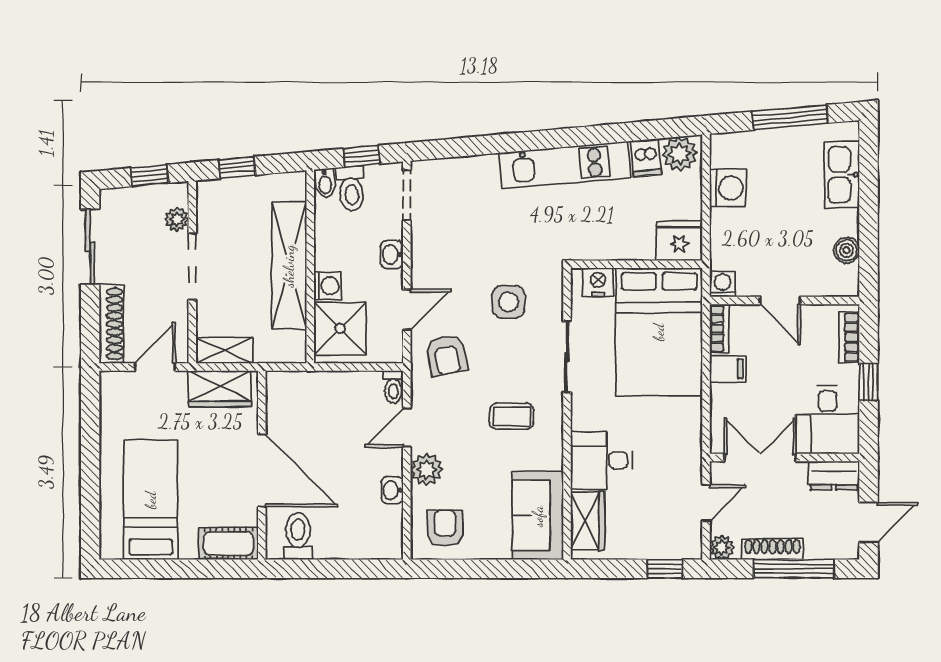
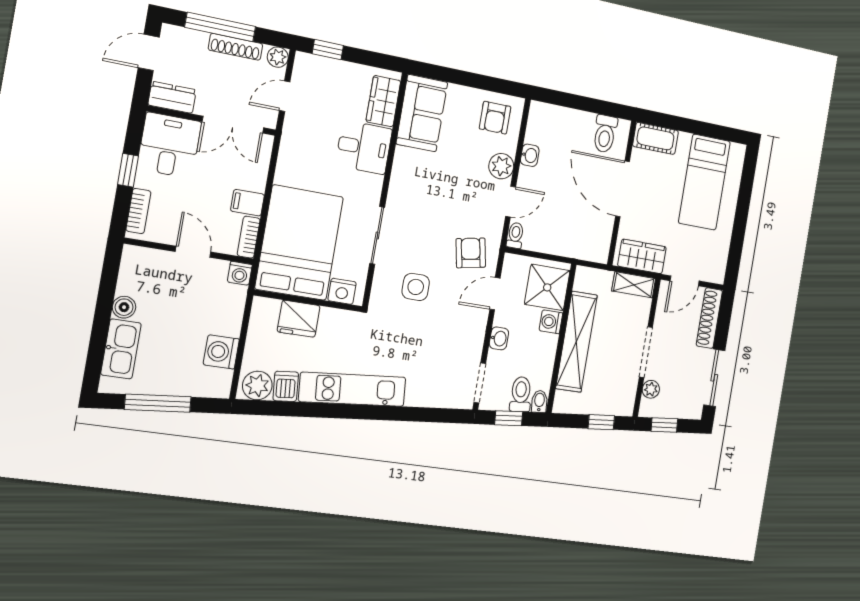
fridge: (679, 241) -> (299, 319), moved
boiler: (847, 250) -> (124, 307), moved
coffee table: (512, 416) -> (429, 196), removed

